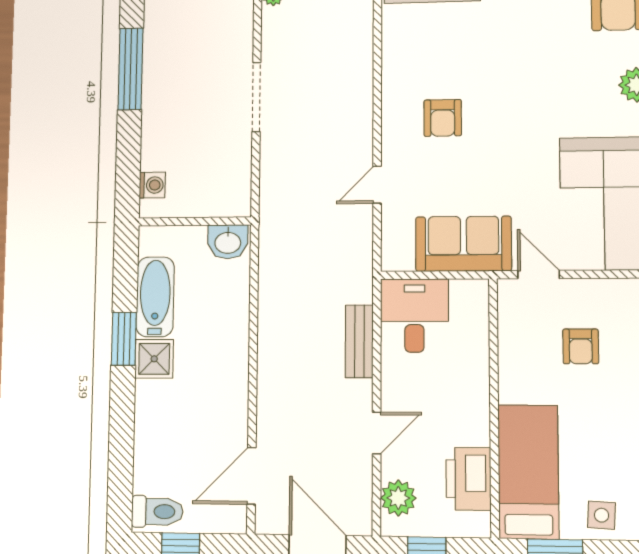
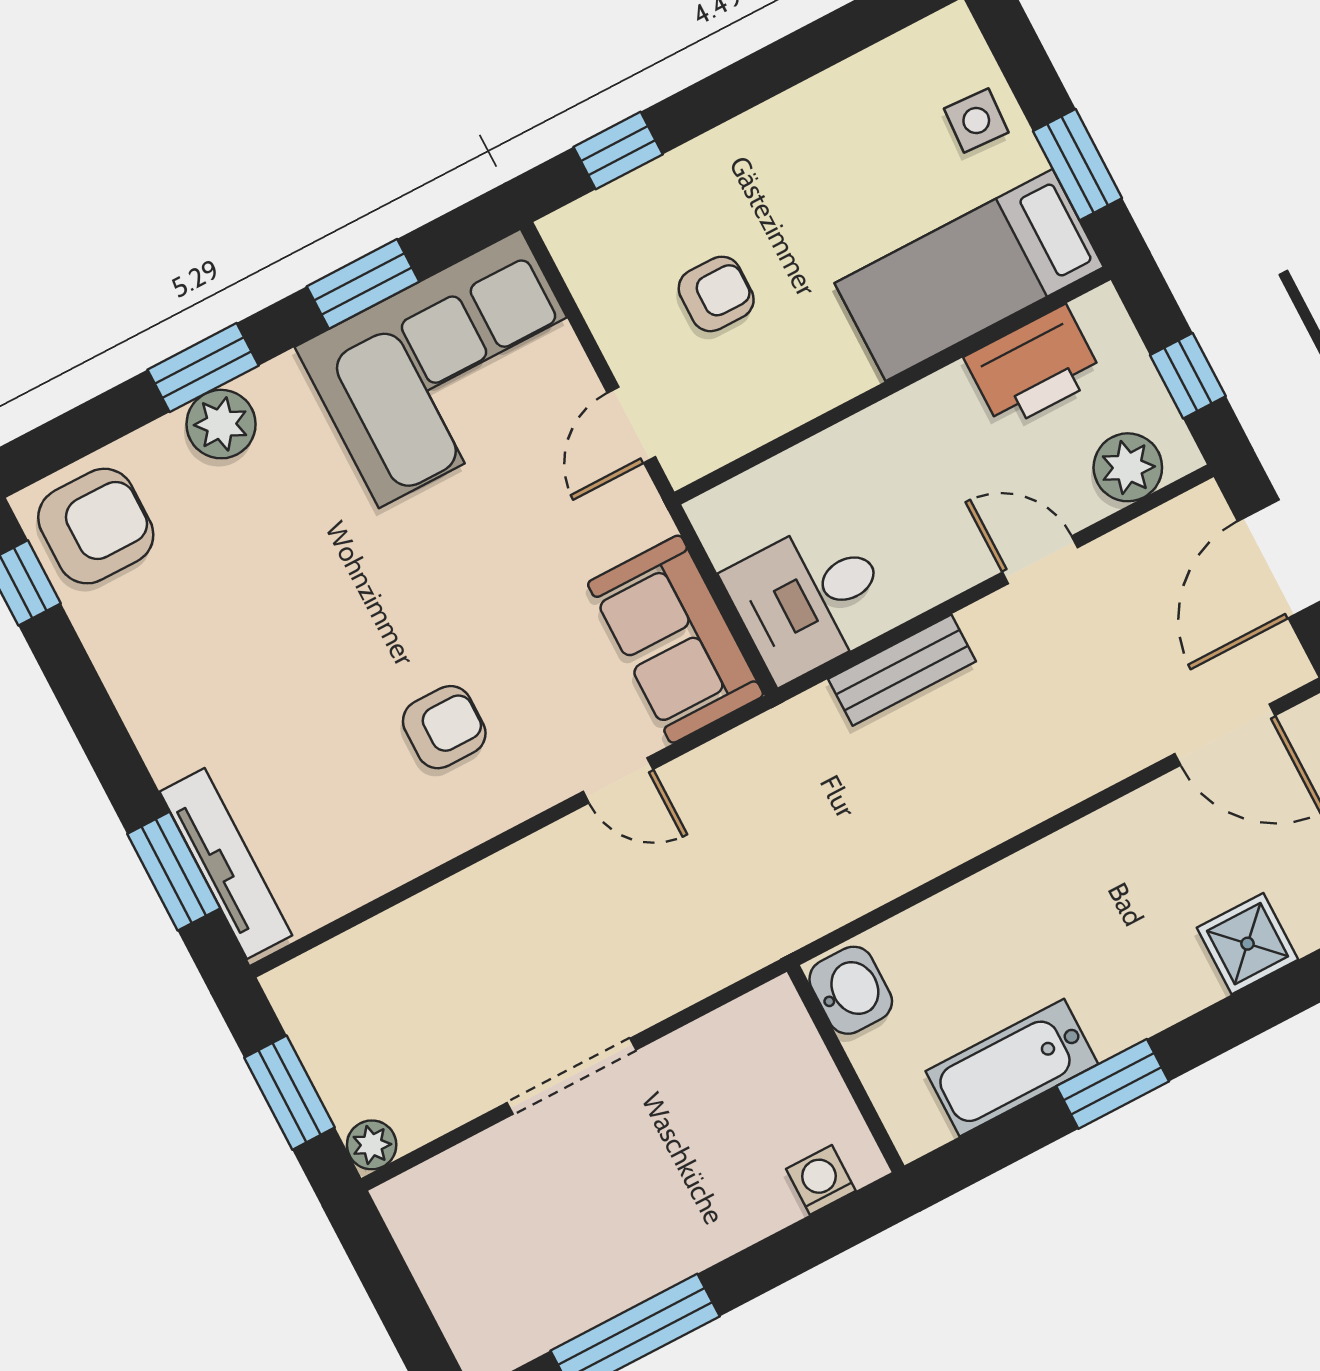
sofa: (463, 244) -> (676, 639), moved
shower: (154, 359) -> (1248, 944), moved

